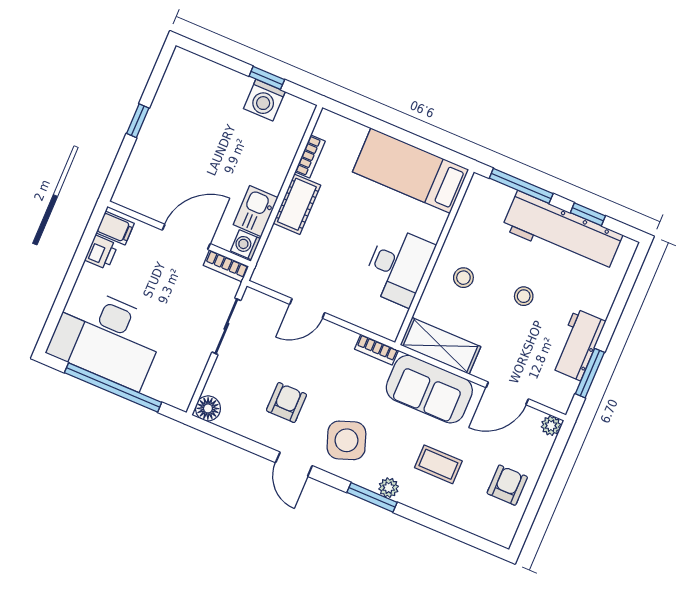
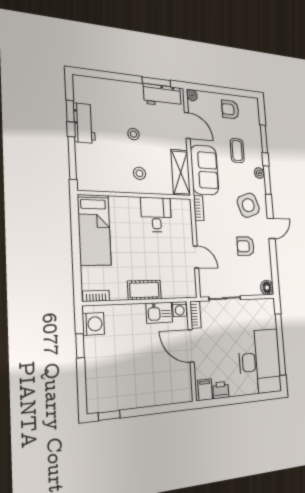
washing machine: (264, 100) -> (93, 324), moved
window: (138, 121) -> (109, 415), moved
bookcase: (310, 157) -> (96, 296), moved
workbench: (562, 232) -> (84, 123), width x0.53, depth x0.76
desk: (398, 266) -> (156, 214), width x0.73
workbench: (578, 345) -> (162, 96), moved
window: (439, 526) -> (264, 139), added

